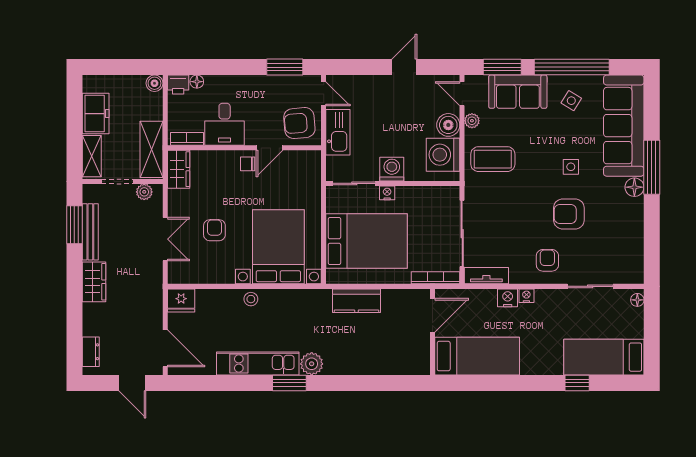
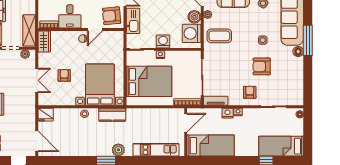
kitchen counter: (356, 301) -> (112, 115), moved
kitchen unit: (258, 364) -> (156, 150), moved

